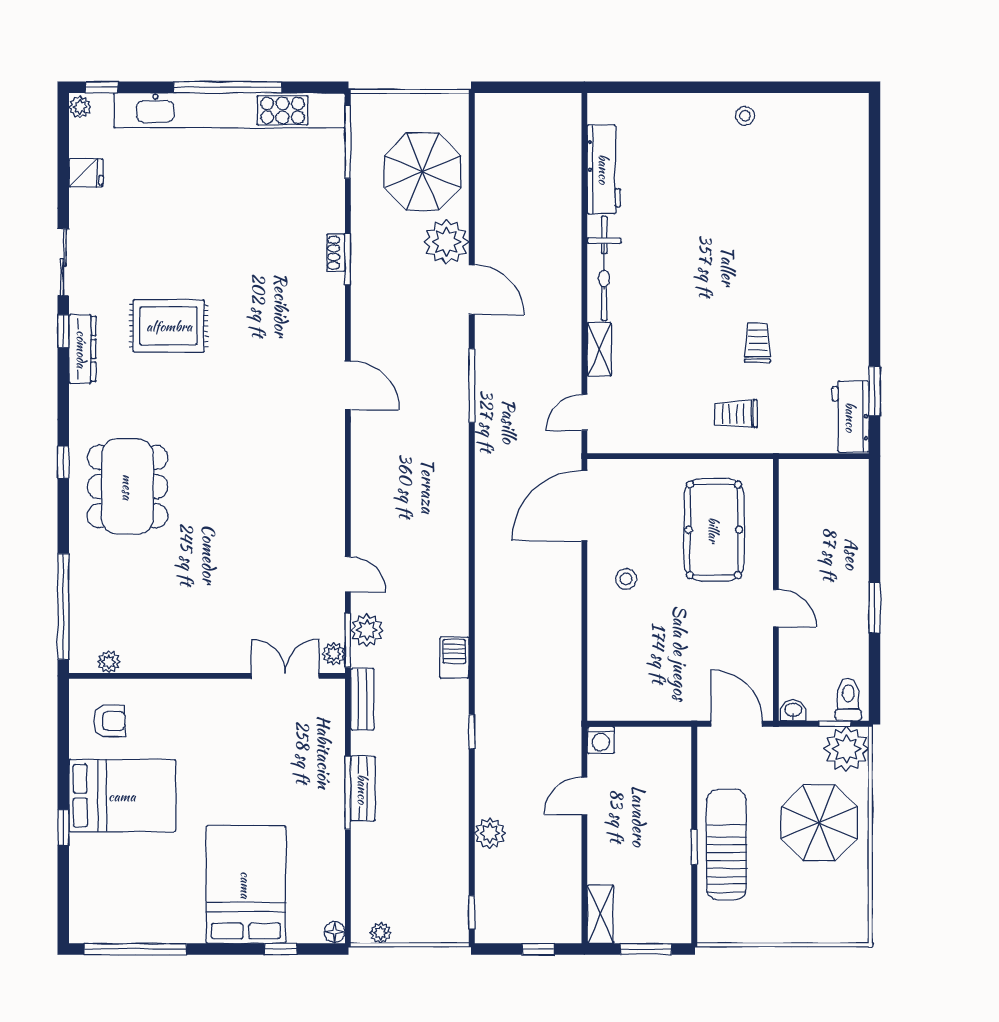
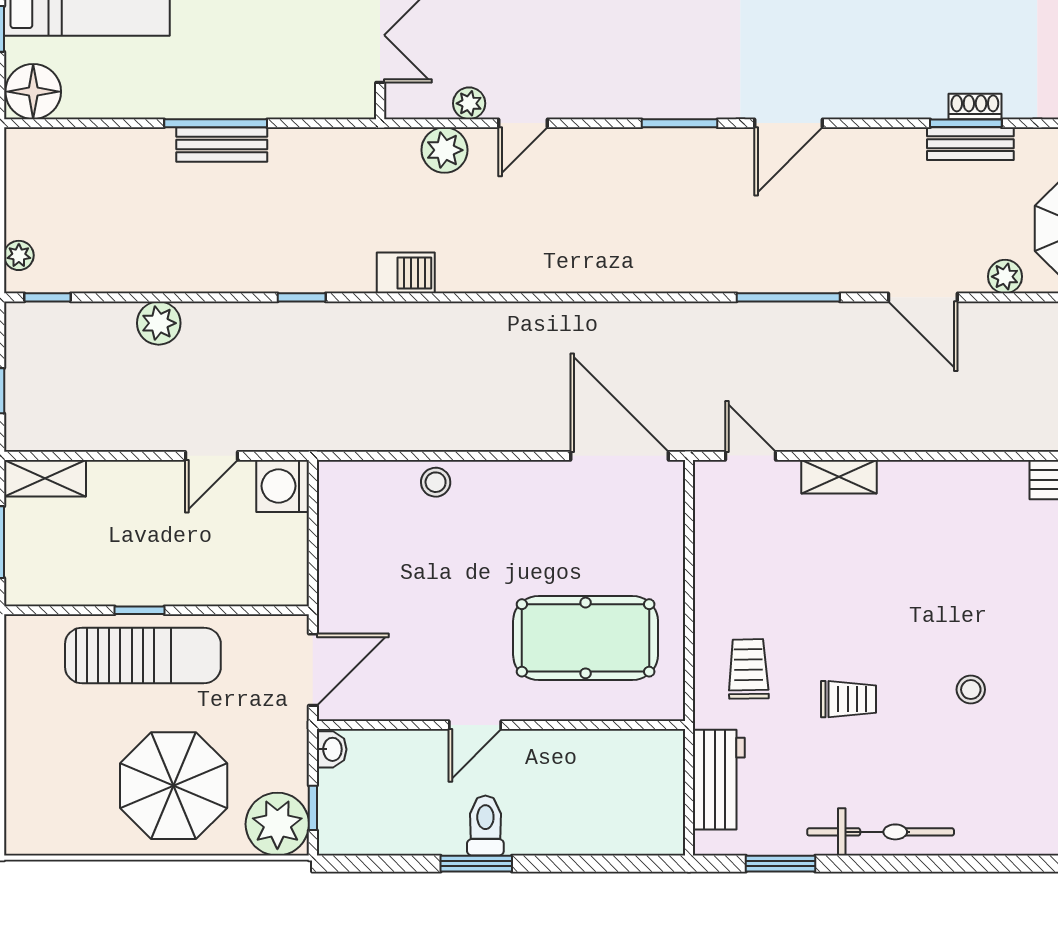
plant: (446, 242) -> (1005, 277), width x0.53, depth x0.53
stool: (751, 256) -> (971, 690), added
bicycle: (604, 268) -> (881, 832), moved, turned 180
door: (472, 290) -> (923, 297), hinge flipped
workbench: (851, 417) -> (719, 780), moved, turned 90
stool: (626, 579) -> (436, 482), moved
window: (348, 640) -> (680, 123), moved
plant: (334, 654) -> (469, 103), moved
bench: (362, 699) -> (970, 144), moved
toilet: (848, 699) -> (485, 826), moved, turned -90
washing machine: (601, 740) -> (283, 486), width x1.38, depth x1.38
door: (584, 796) -> (211, 456), swing flipped
floor lamp: (335, 932) -> (33, 92), width x1.89, depth x1.89
plant: (381, 933) -> (19, 255), moved

